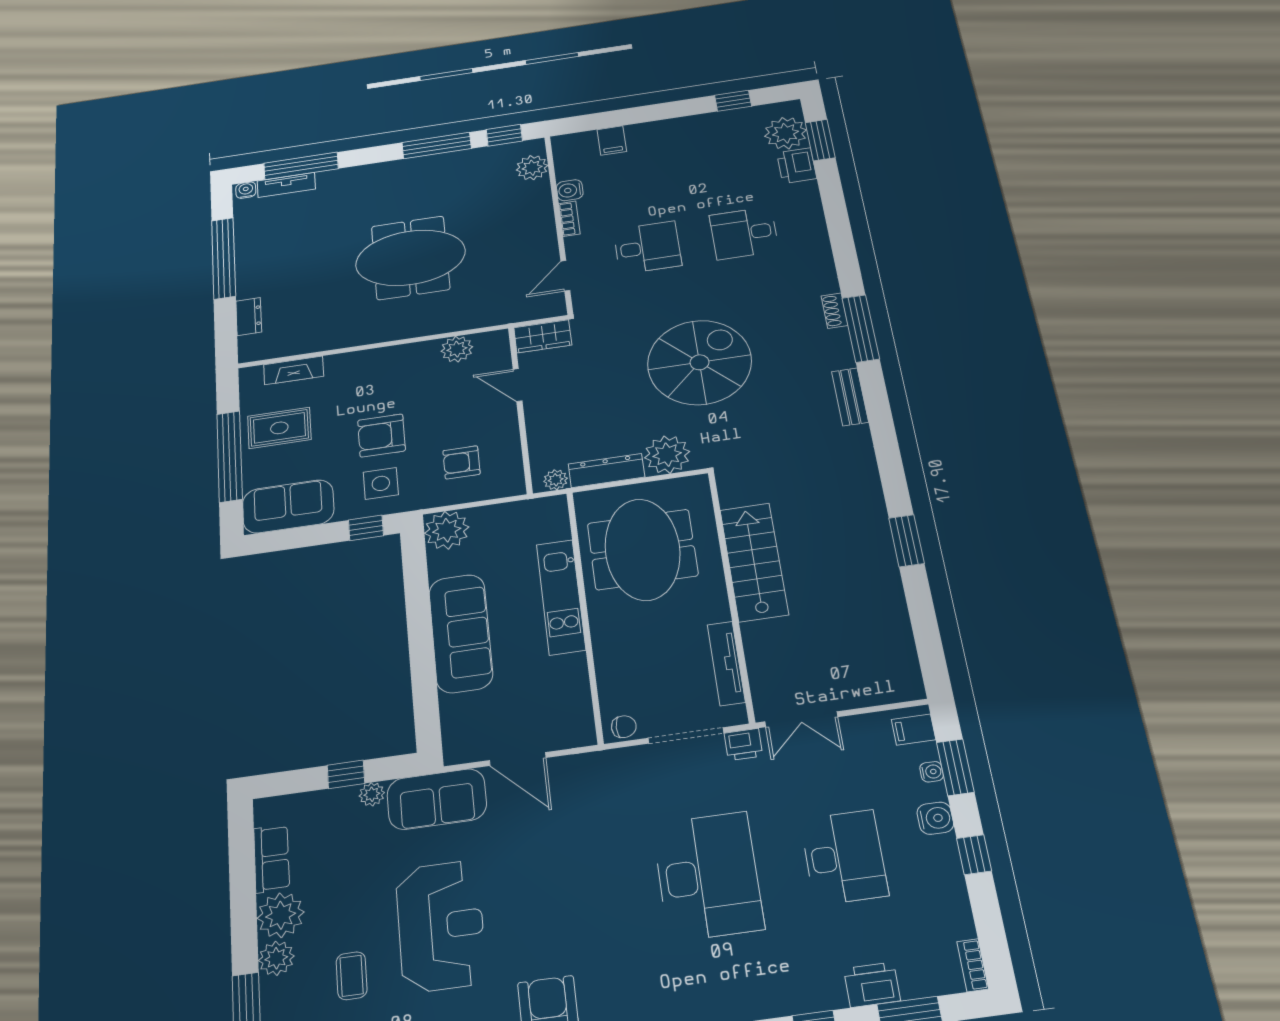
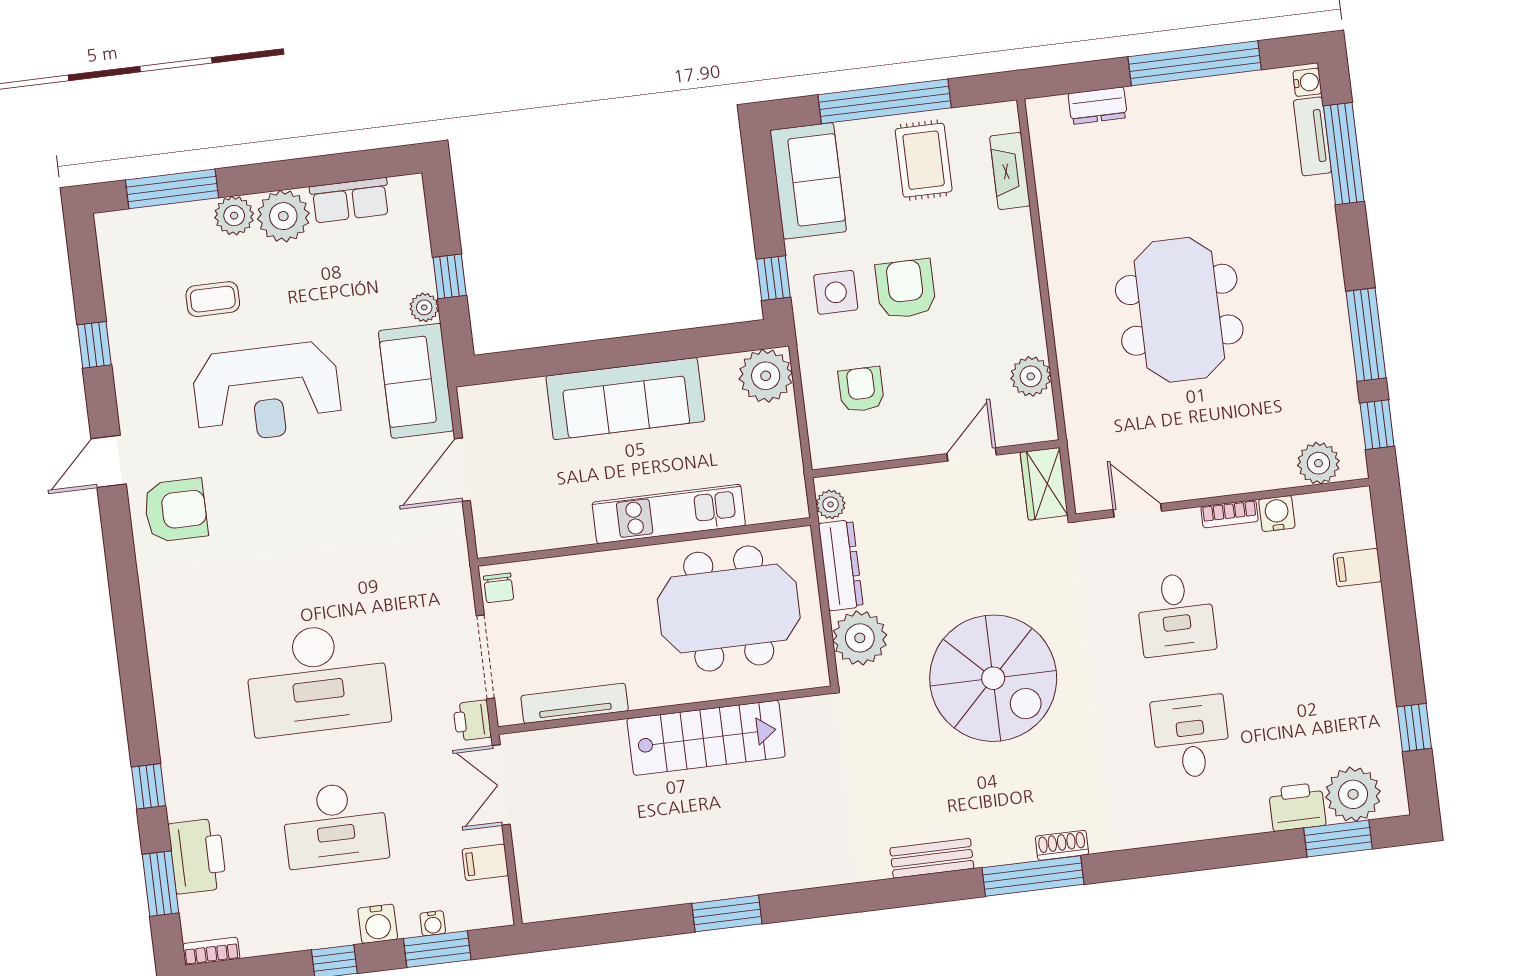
filing cabinet: (914, 730) -> (485, 862), moved, turned -90
printer: (872, 985) -> (197, 856), width x1.37, depth x1.19

